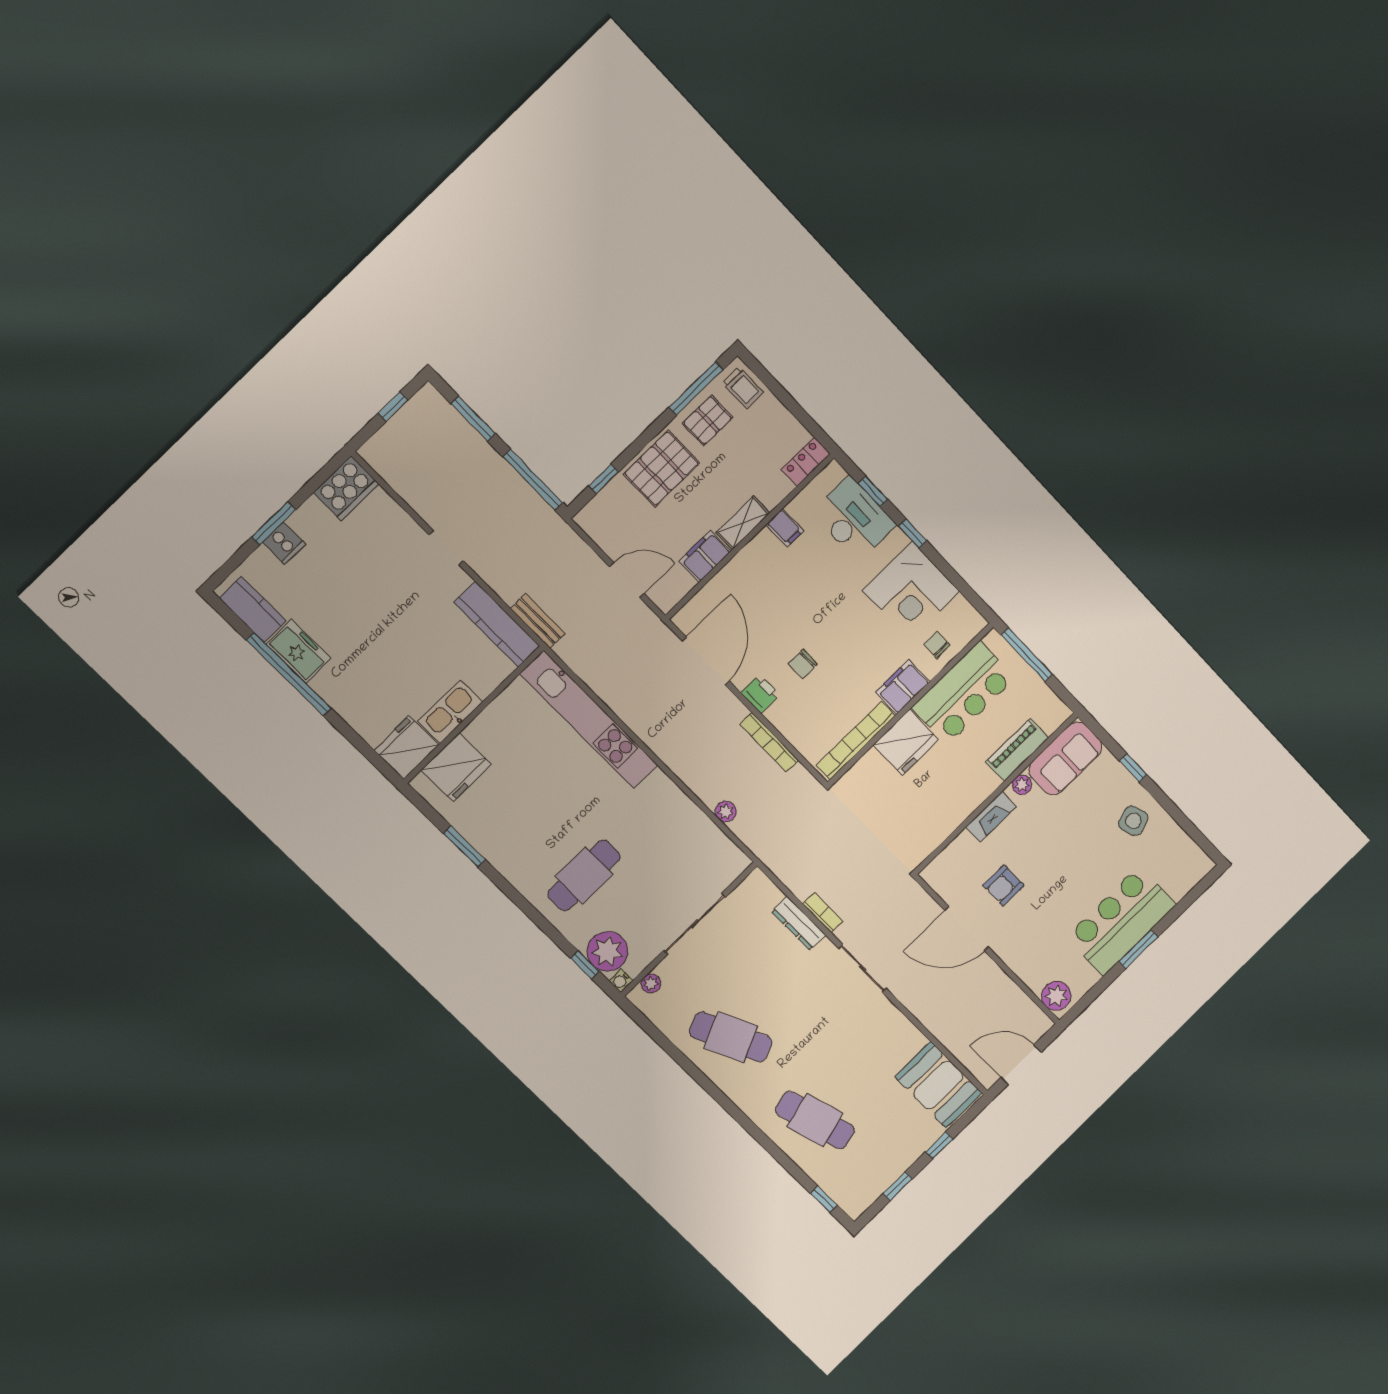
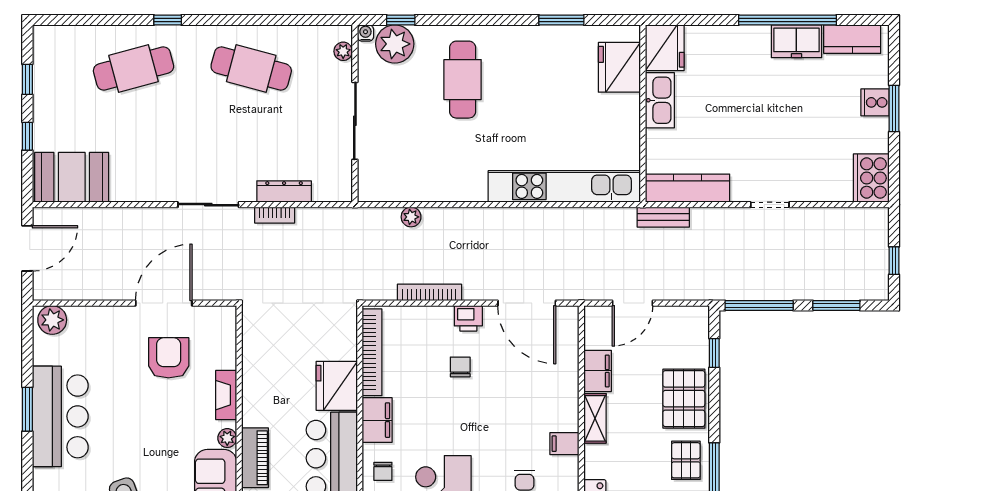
chair: (937, 645) -> (383, 471), turned 90
armchair: (1004, 885) -> (169, 358), width x1.38, depth x1.38
cafe table: (731, 1037) -> (251, 68), turned 39
window: (824, 1199) -> (168, 20), moved

